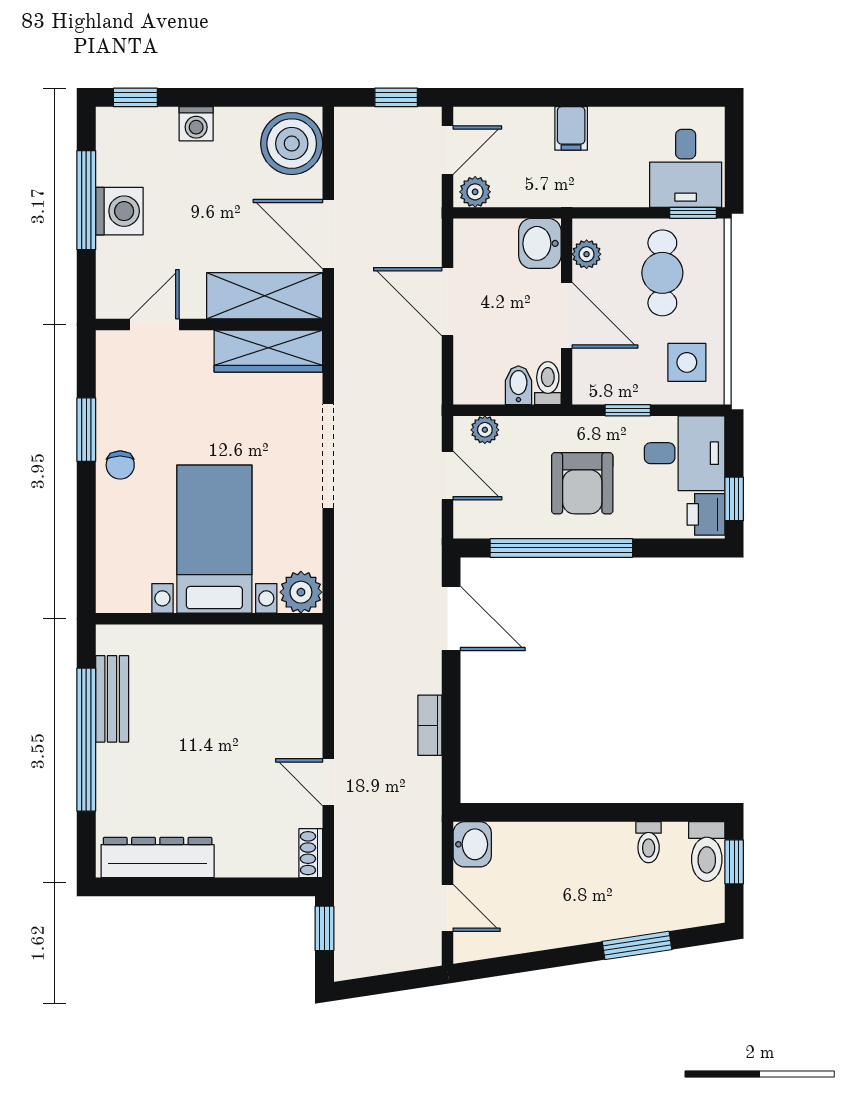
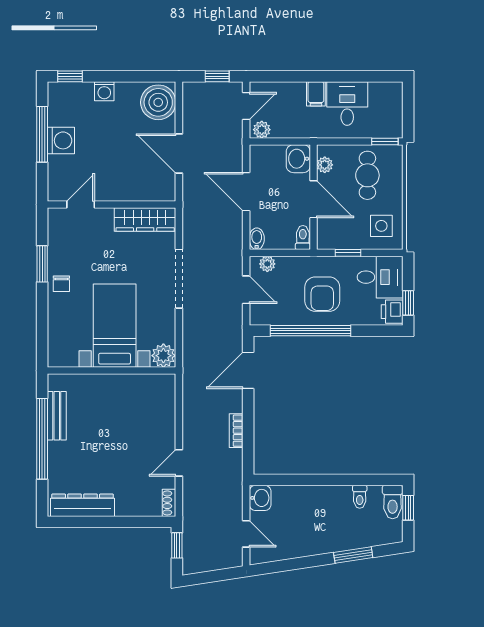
desk: (686, 168) -> (347, 103), moved, turned 180
shelving: (265, 296) -> (143, 188), removed
bidet: (518, 385) -> (257, 239), moved
door: (451, 618) -> (248, 370), swing flipped
door: (328, 782) -> (179, 463), hinge flipped

